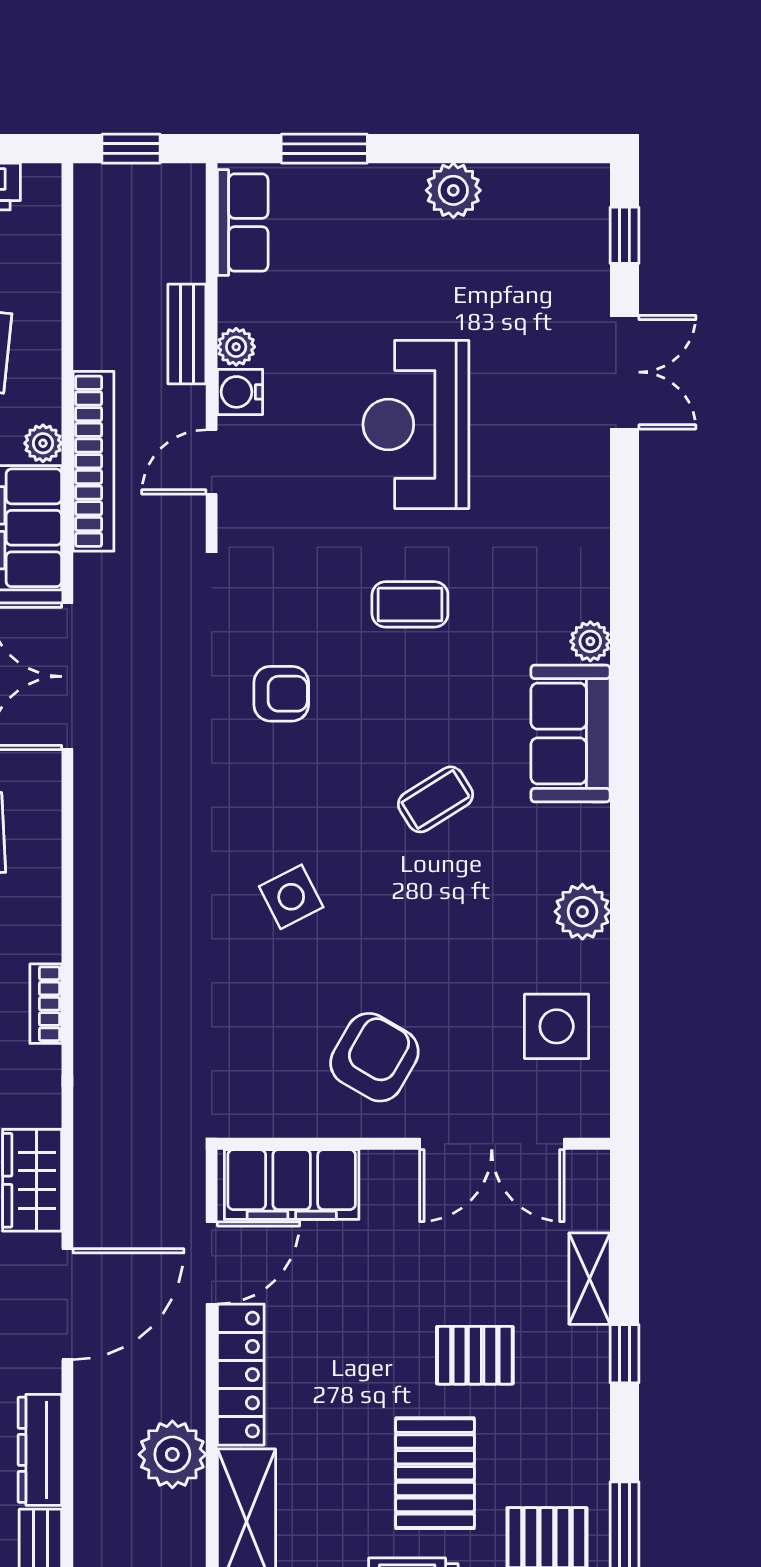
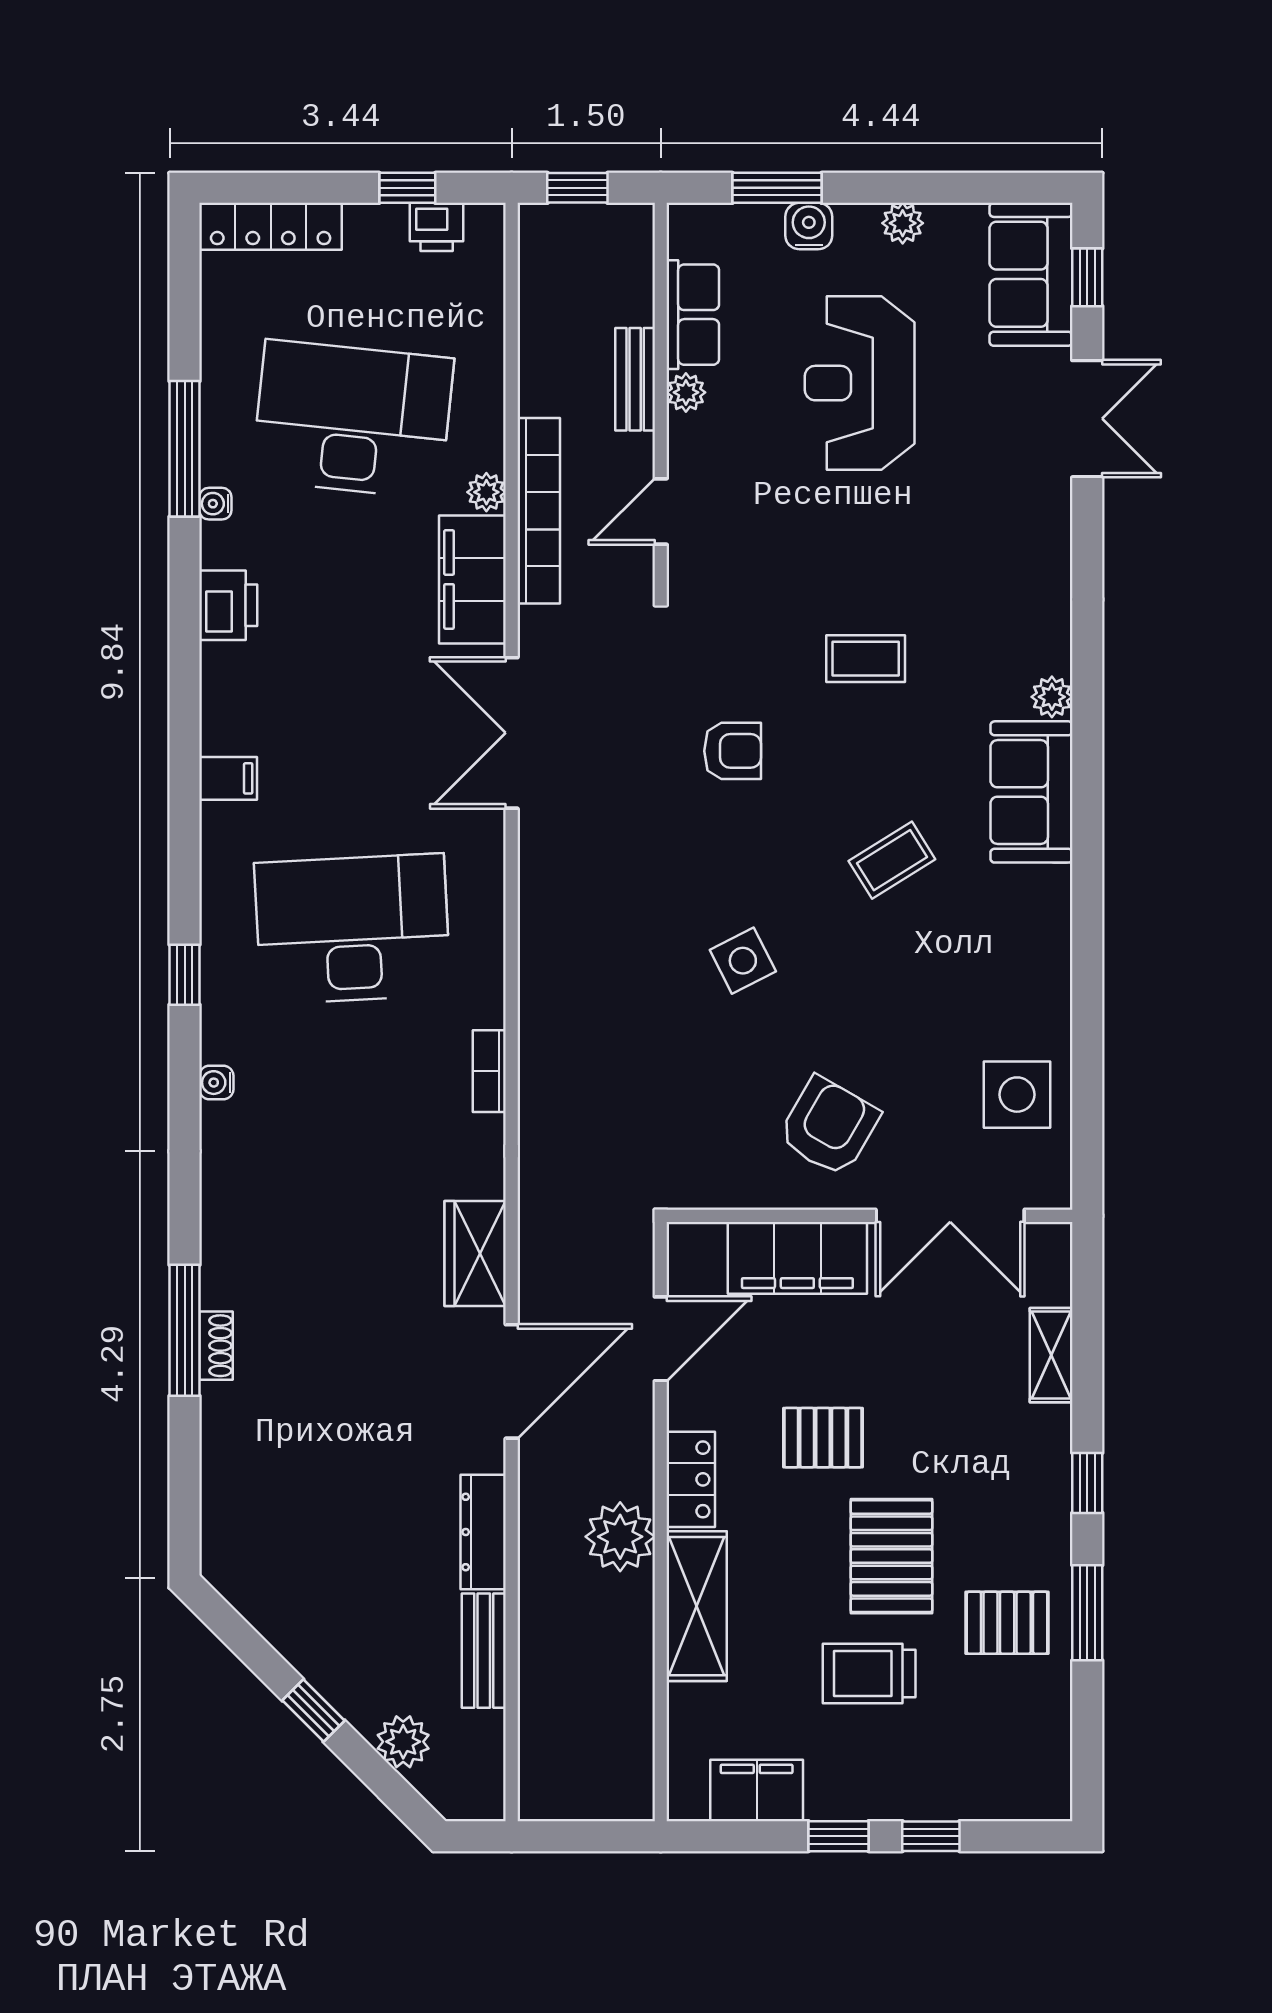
plant: (453, 190) -> (903, 223), width x0.73, depth x0.73
row of seats: (243, 223) -> (693, 315), moved
sofa: (570, 232) -> (1031, 274), added
water cooler: (240, 392) -> (809, 226), moved, turned 90
reception desk: (416, 424) -> (860, 383), moved
plant: (582, 912) -> (1044, 976), removed
filing cabinet: (292, 1184) -> (797, 1258), moved
window: (625, 1354) -> (1087, 1483), moved
pallet: (475, 1355) -> (823, 1438), moved
locker: (241, 1375) -> (691, 1479), width x0.66

